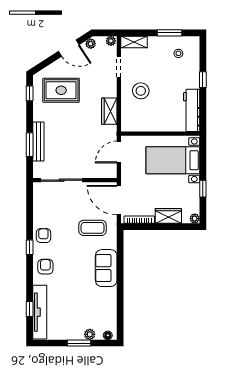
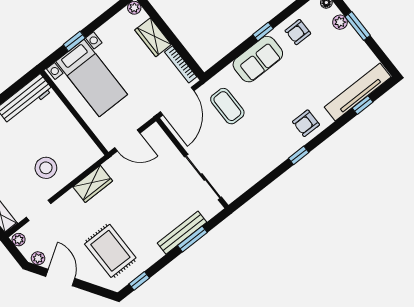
window: (203, 189) -> (74, 41), moved
armchair: (43, 236) -> (298, 32), moved
window: (120, 284) -> (263, 32), added

